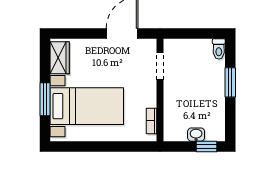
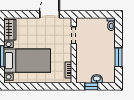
window: (230, 82) -> (119, 57), moved
window: (206, 147) -> (91, 86), moved

